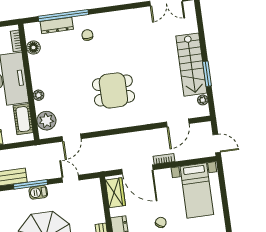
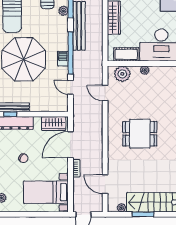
dining table: (113, 90) -> (140, 134), turned 90
door: (71, 179) -> (71, 87), swing flipped
window: (31, 184) -> (71, 53), width x1.46

